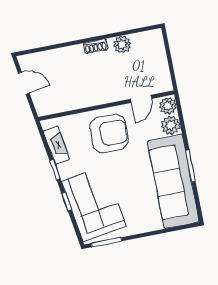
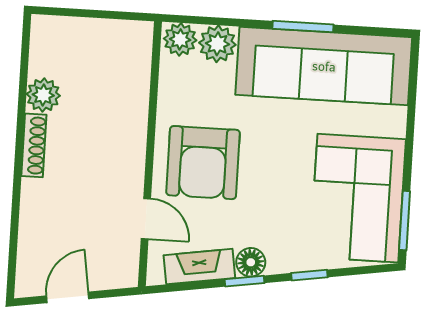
shoe rack: (96, 46) -> (34, 145), width x1.43
door: (141, 99) -> (146, 219), moved
armchair: (109, 133) -> (203, 163), turned 180
floor lamp: (65, 170) -> (251, 262), added
corner sofa: (94, 204) -> (358, 198), moved, turned -81

